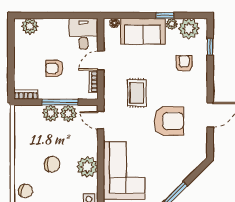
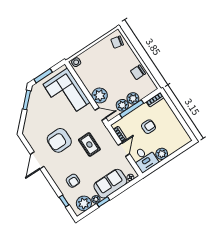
plant: (30, 26) -> (162, 154), moved
chair: (52, 164) -> (138, 72), moved
plant: (87, 167) -> (100, 95), moved

